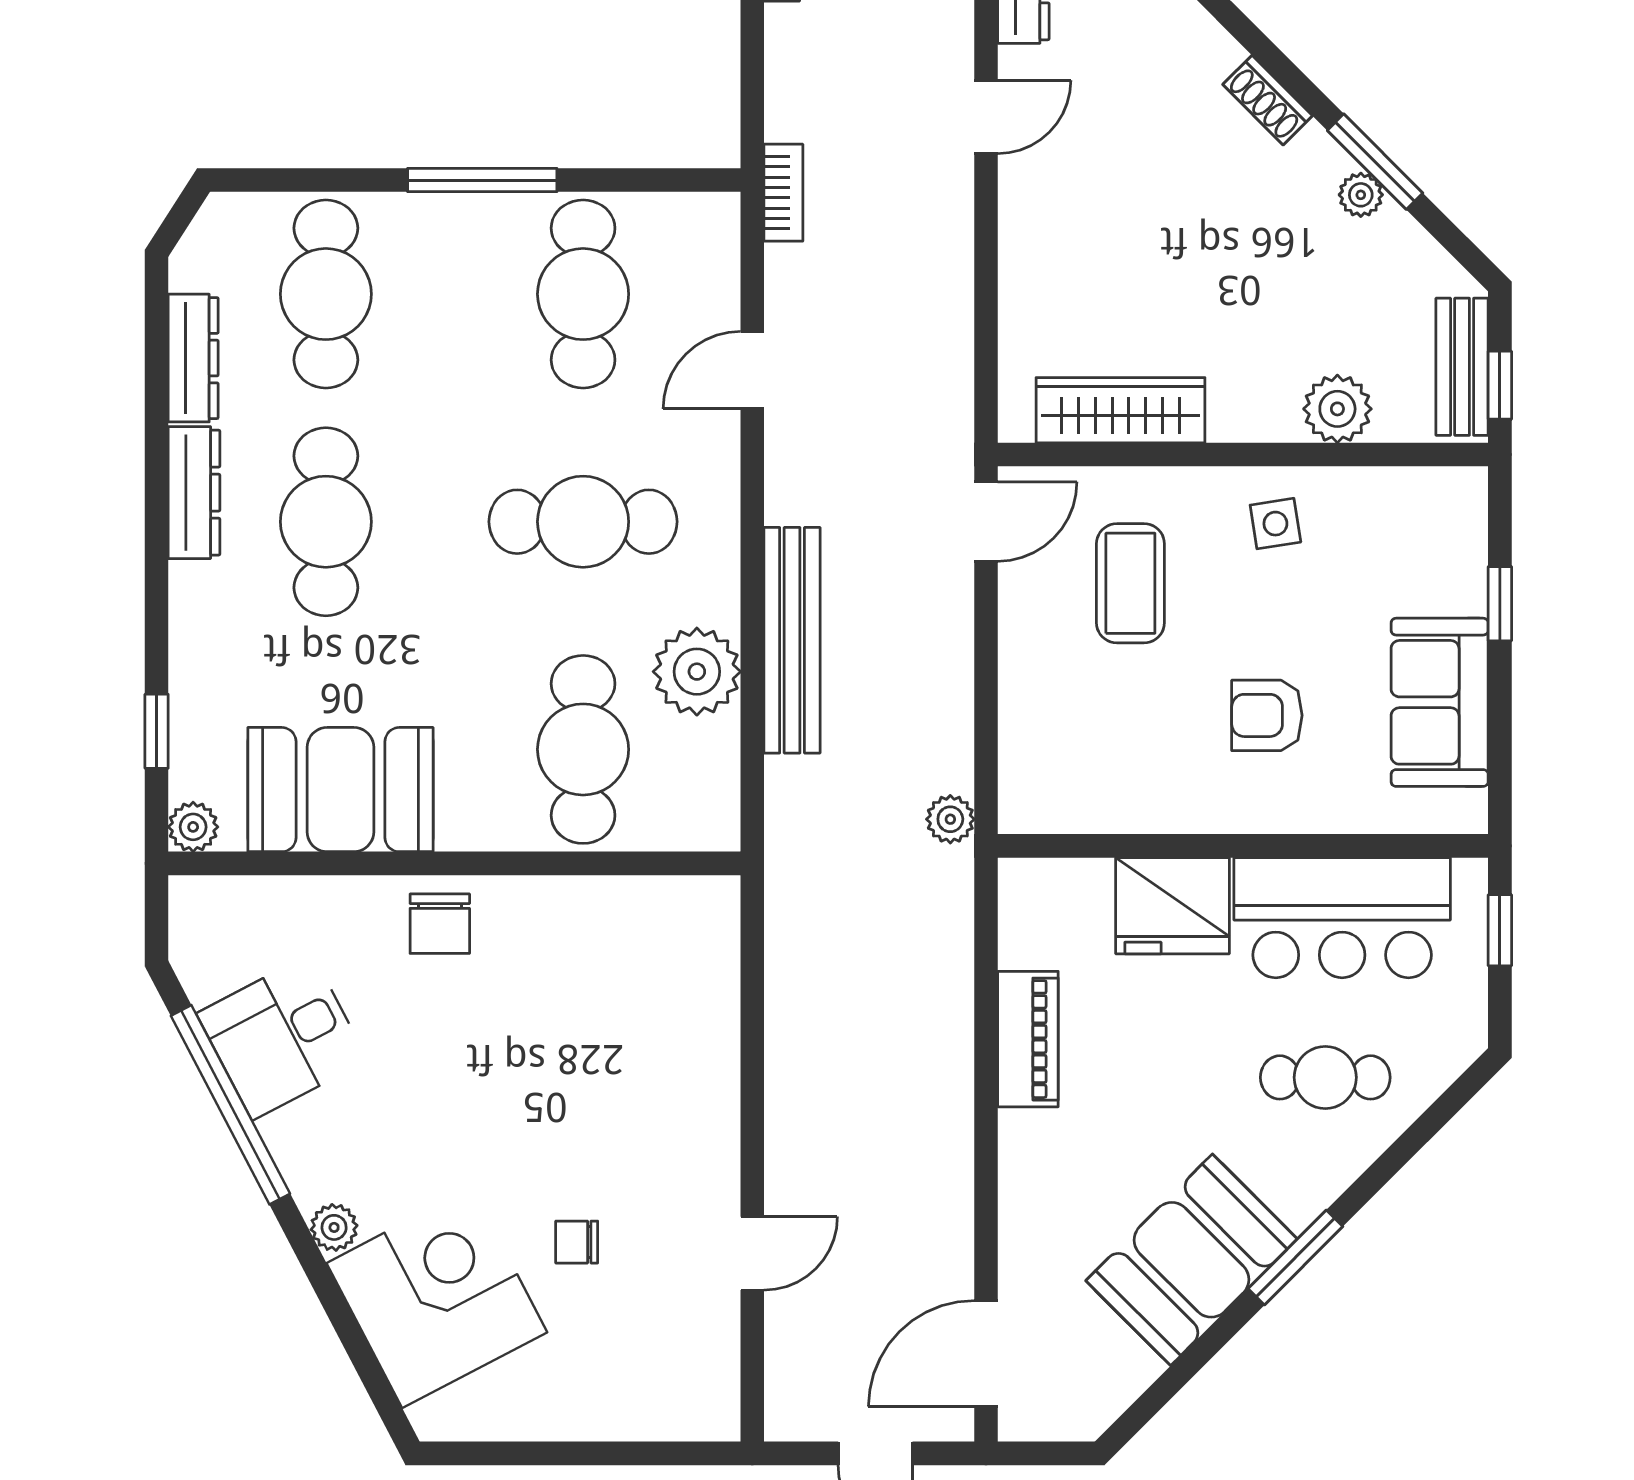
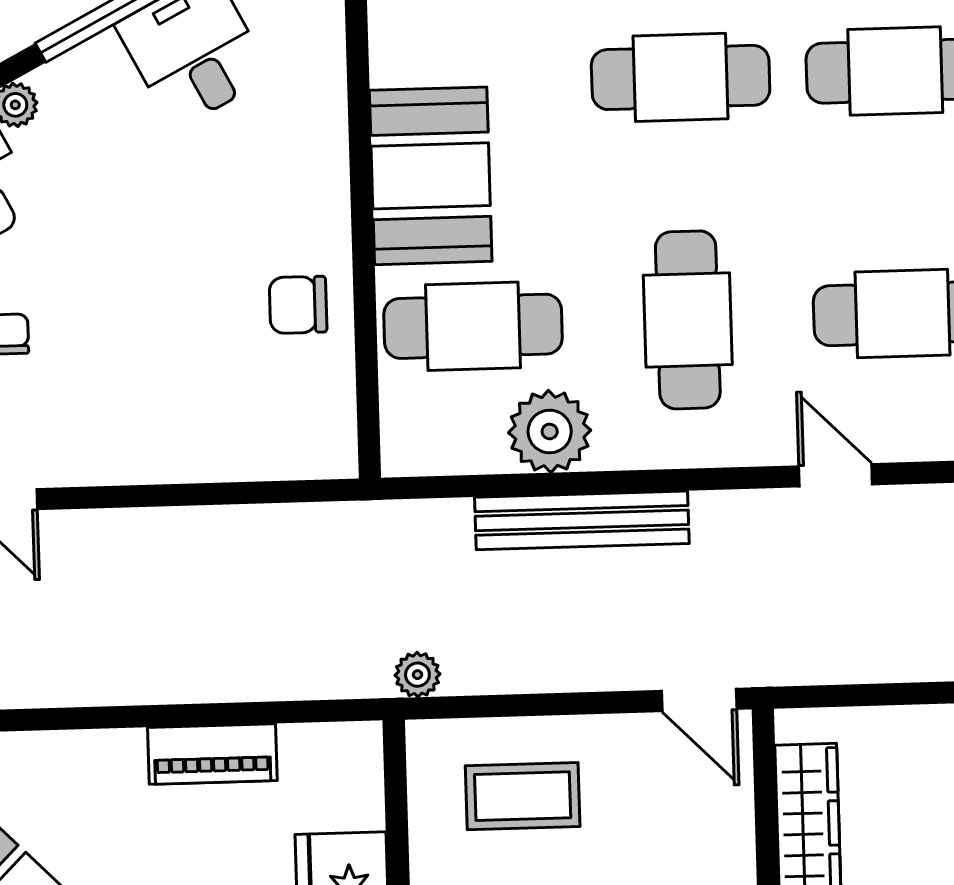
coffee table: (1130, 583) -> (523, 796), moved
booth: (340, 790) -> (431, 176), moved
chair: (440, 924) -> (298, 305), moved

